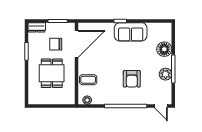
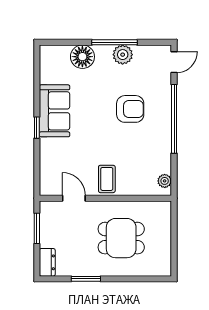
chair: (56, 44) -> (74, 231), removed
door: (76, 44) -> (74, 198), width x0.53
coffee table: (88, 80) -> (107, 179), moved

